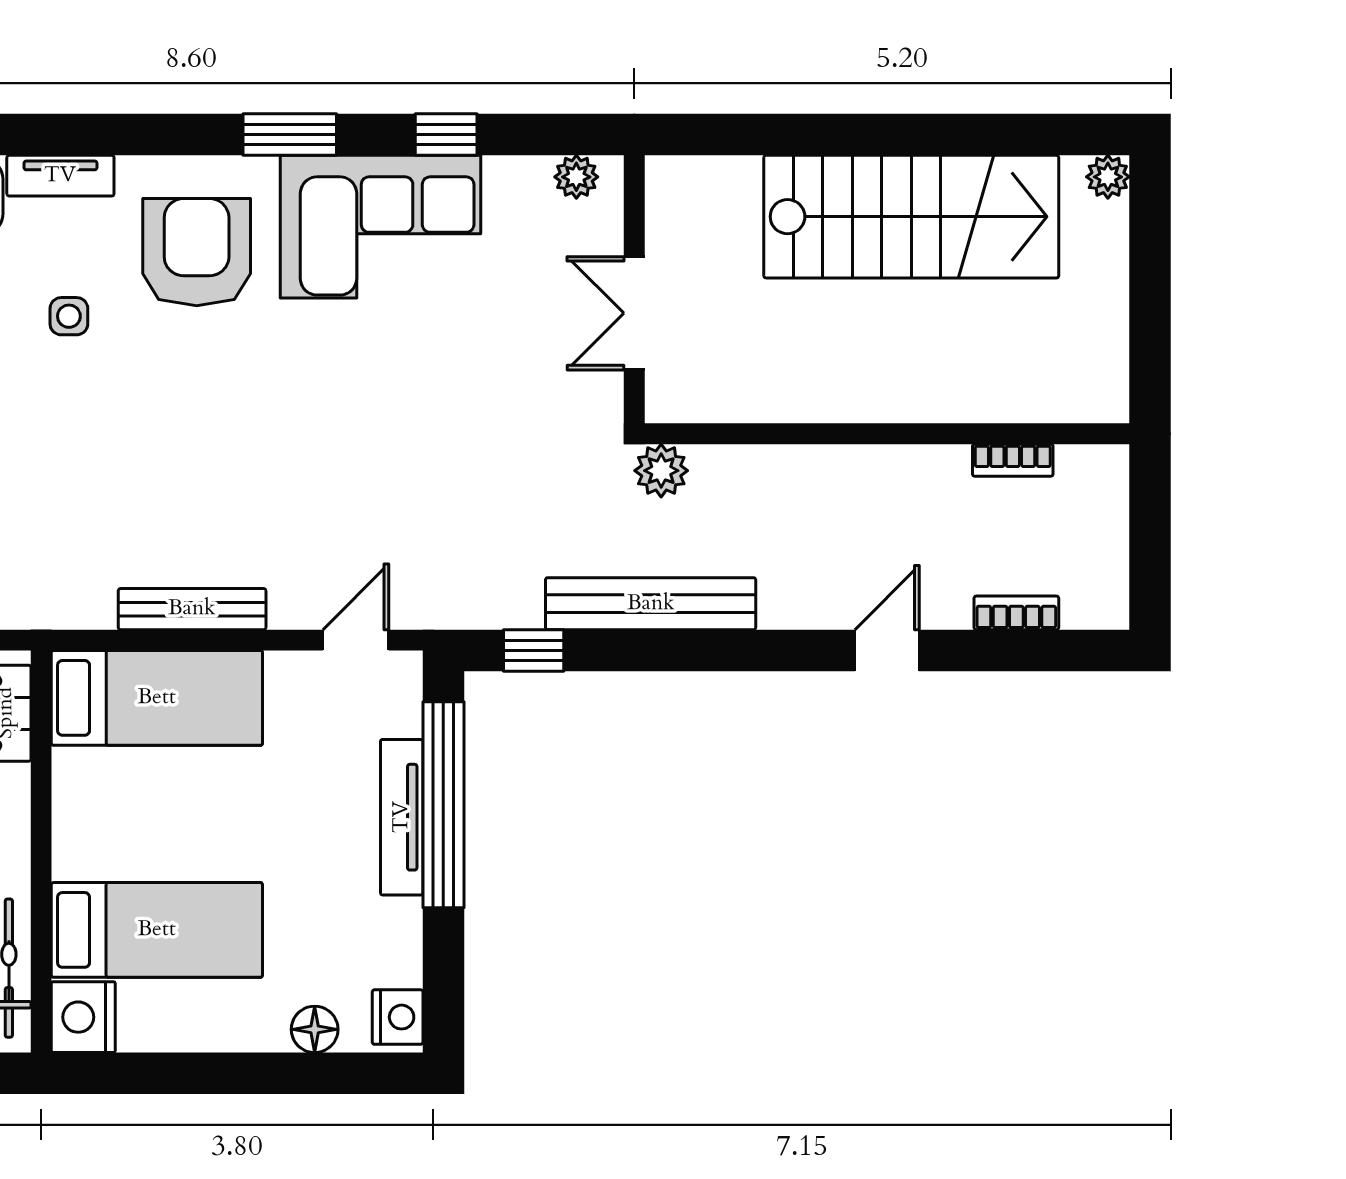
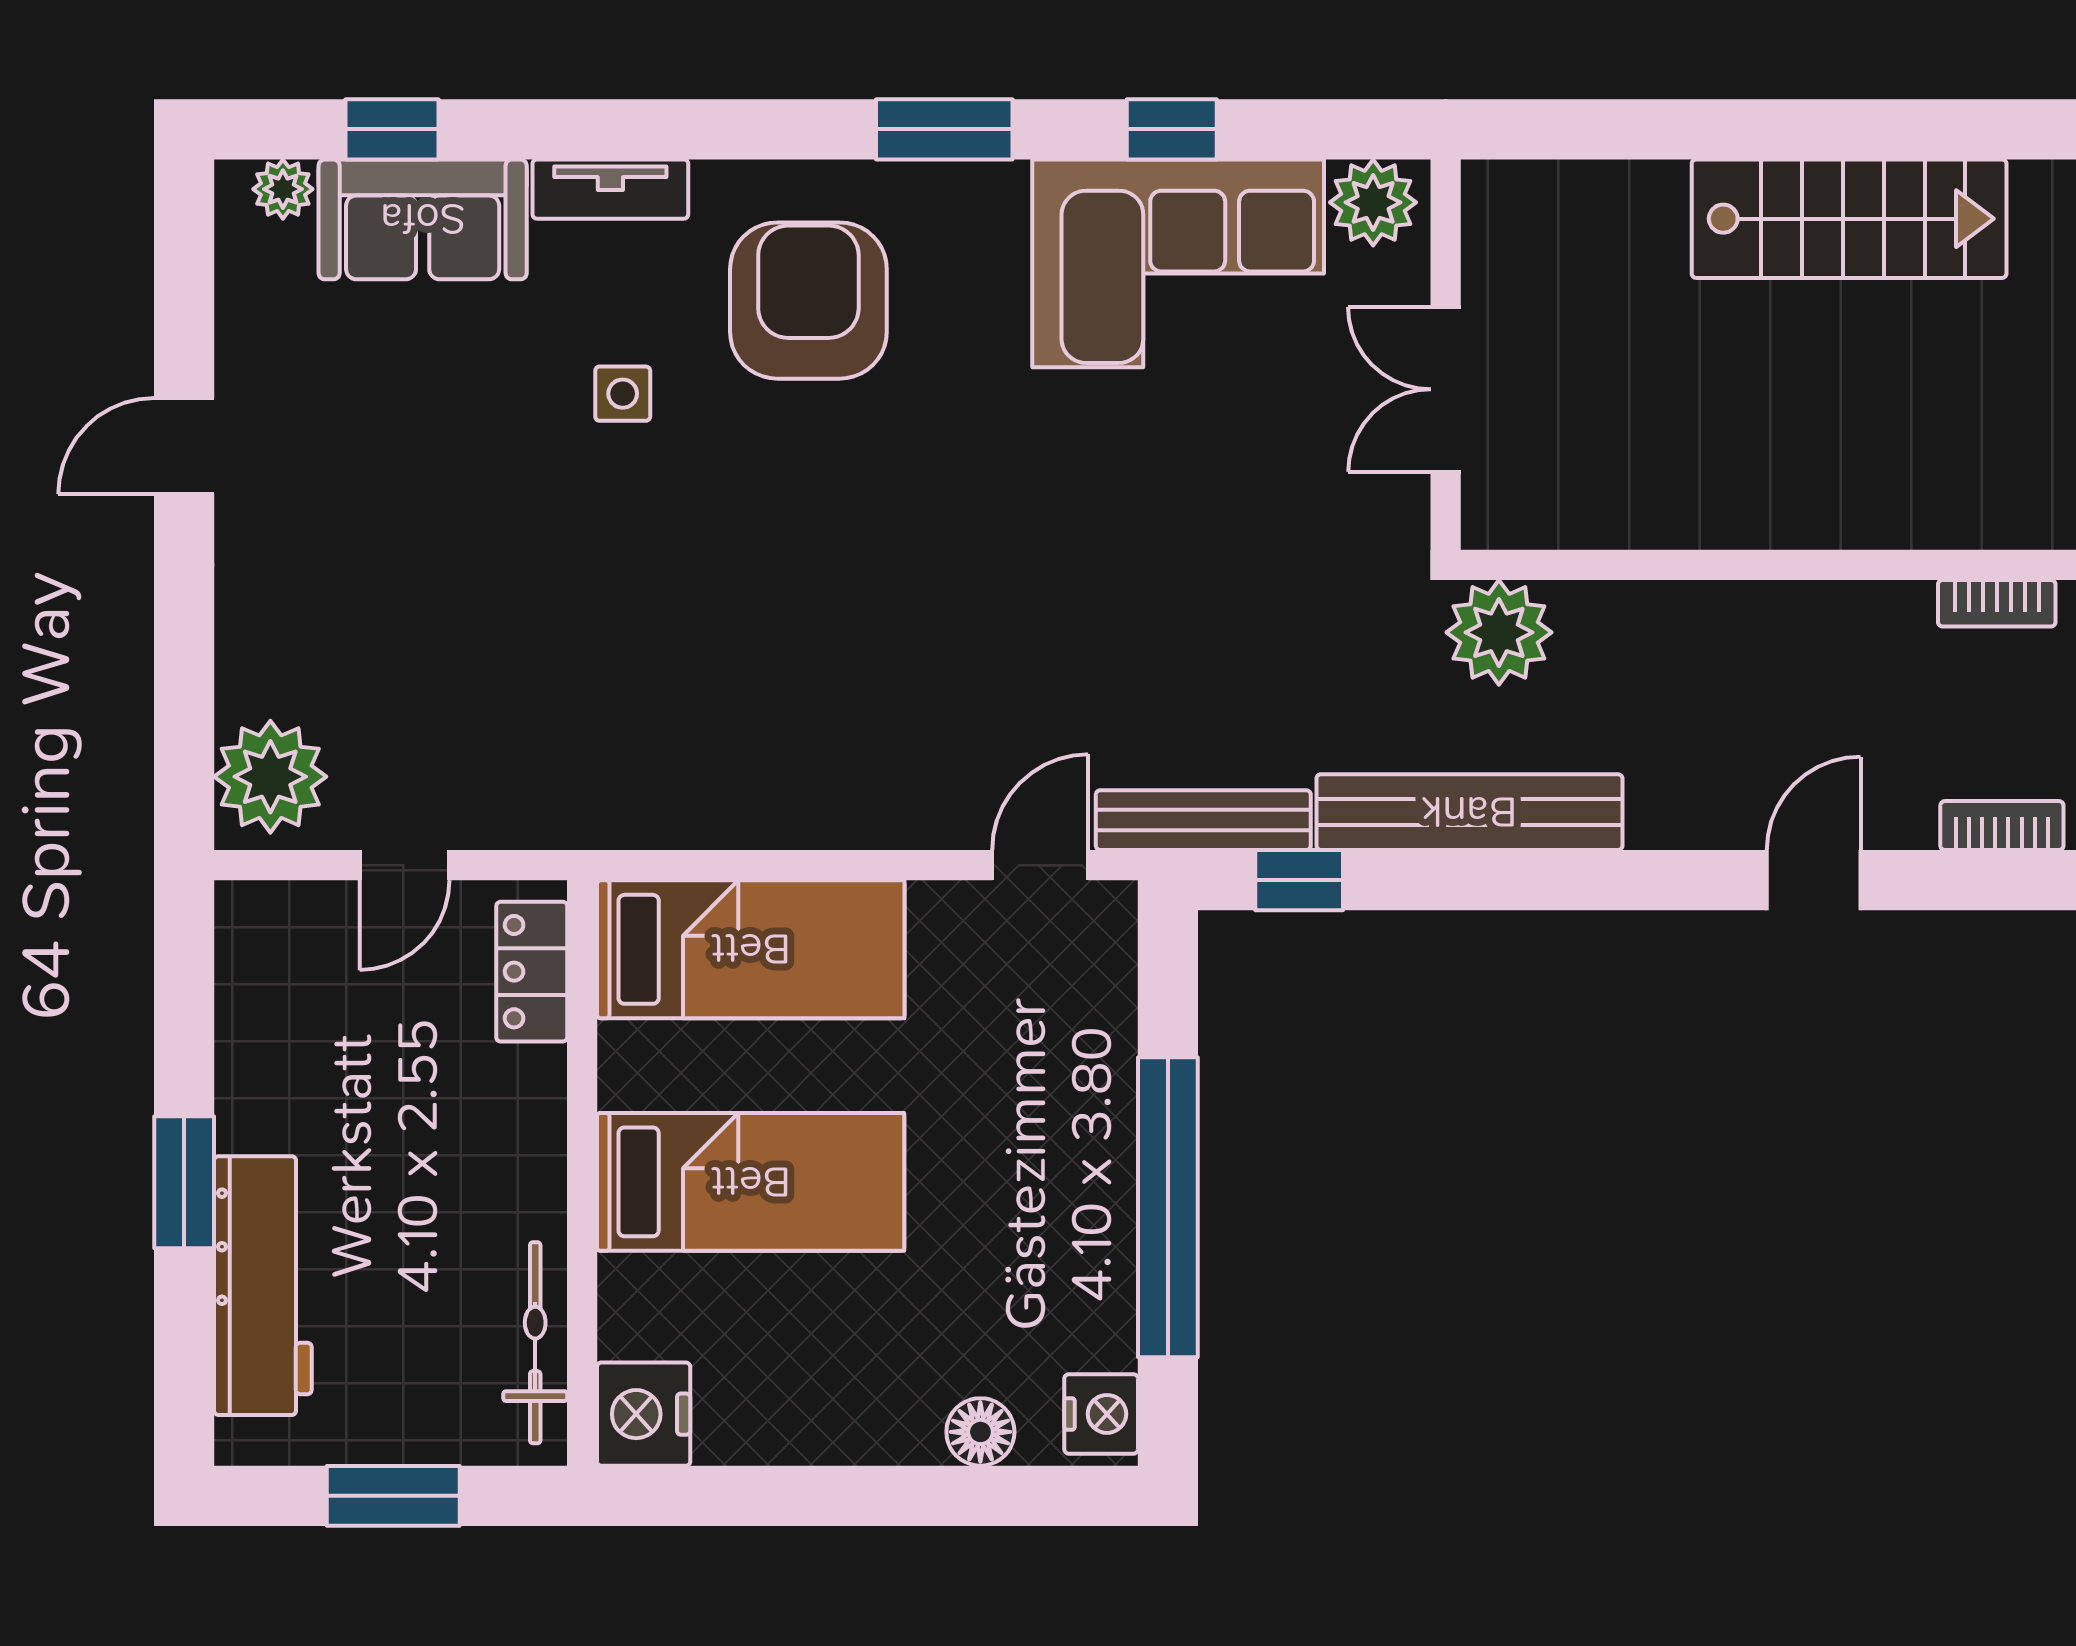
plant: (576, 177) -> (1373, 202), width x1.38, depth x1.38
stairs: (911, 217) -> (1849, 219), width x0.73, depth x0.66
corner sofa: (381, 227) -> (1178, 263), moved
plant: (661, 471) -> (1499, 632), width x1.36, depth x1.36
bench: (192, 609) -> (1203, 820), moved
window: (443, 805) -> (1168, 1207), moved
tv unit: (402, 817) -> (1107, 1123), removed
bed: (157, 930) -> (751, 1182), moved

